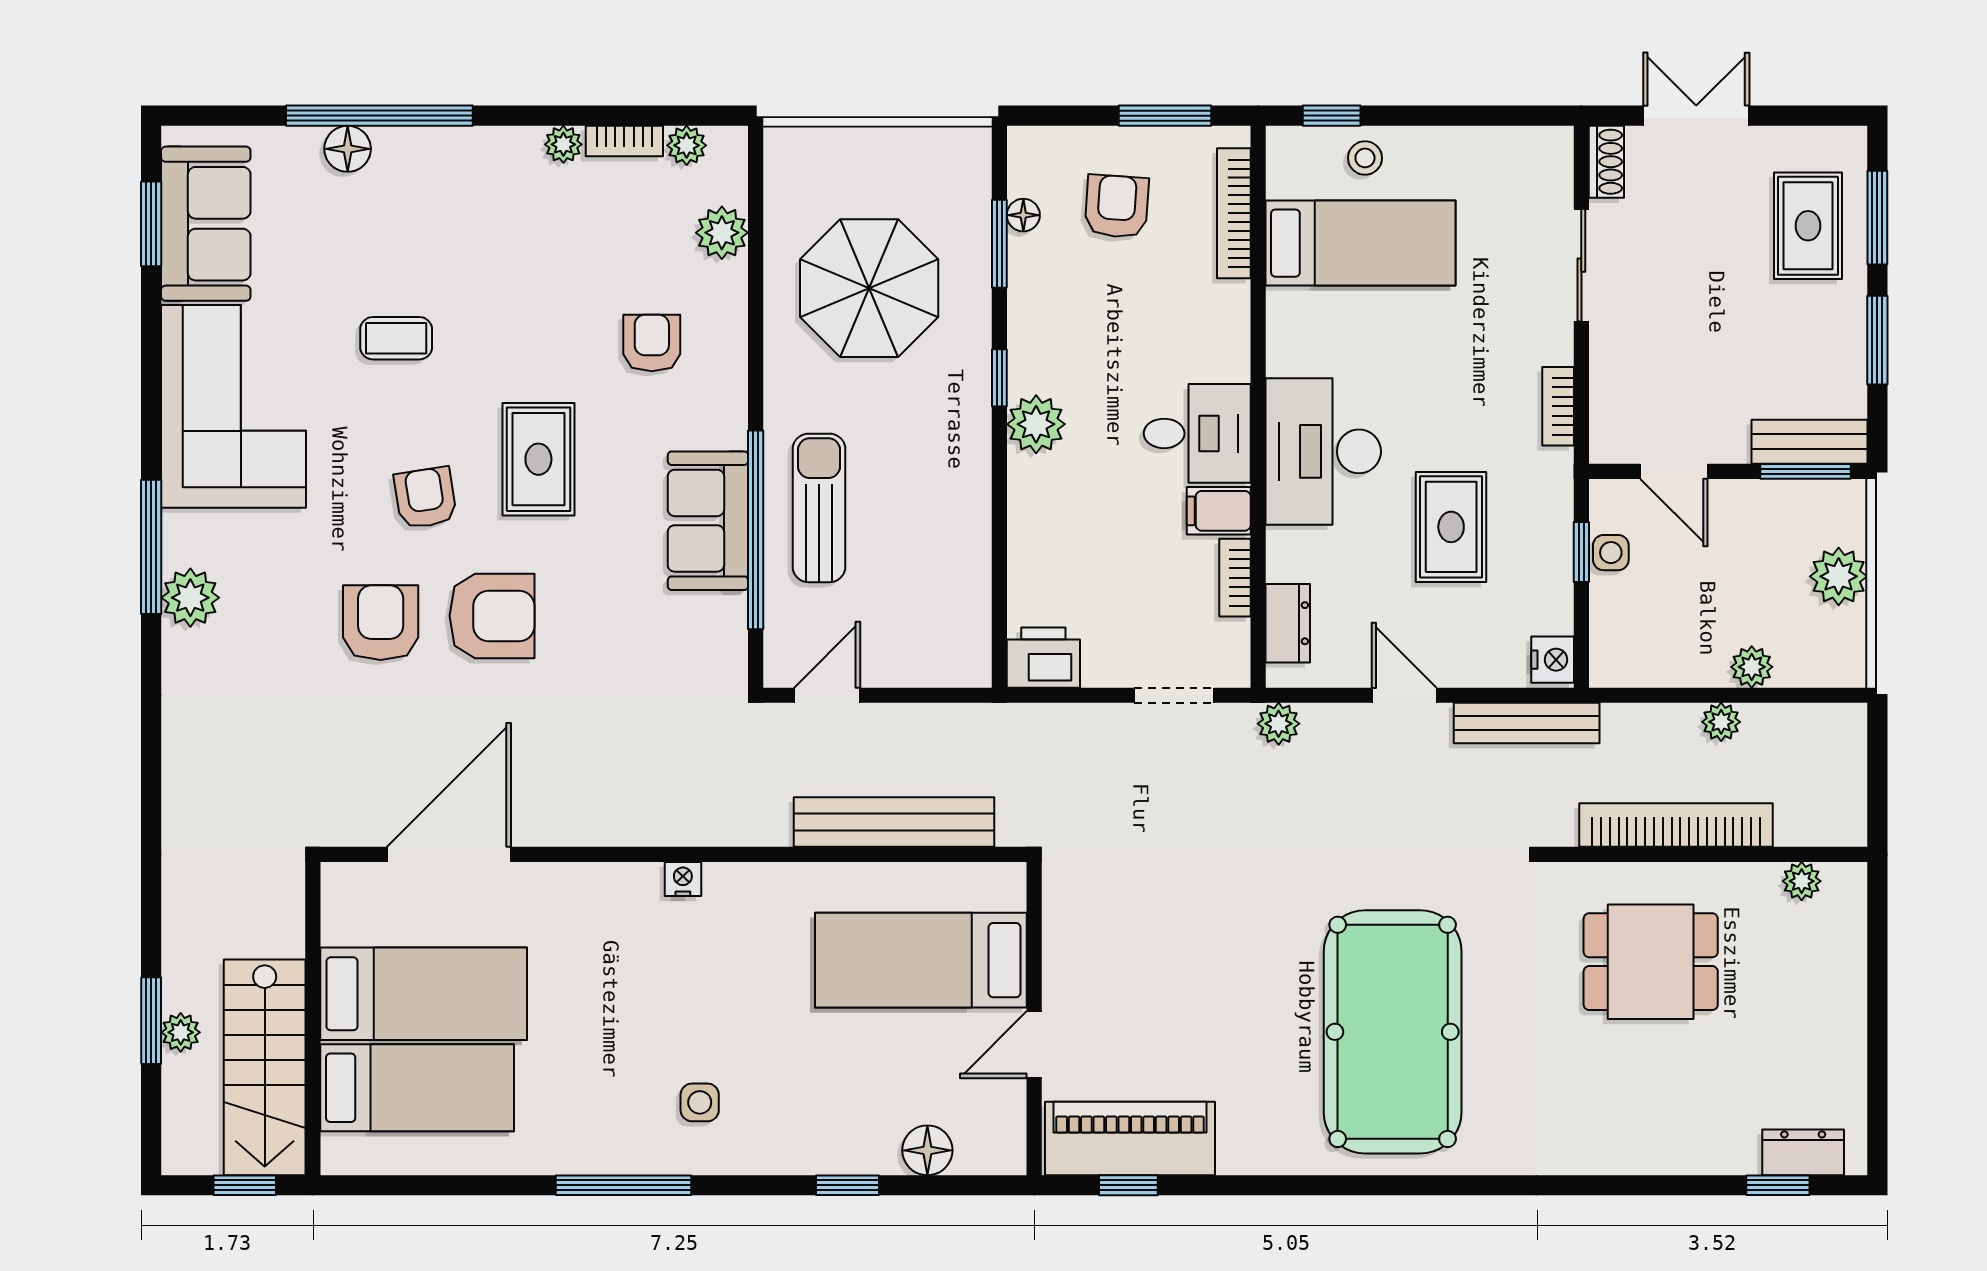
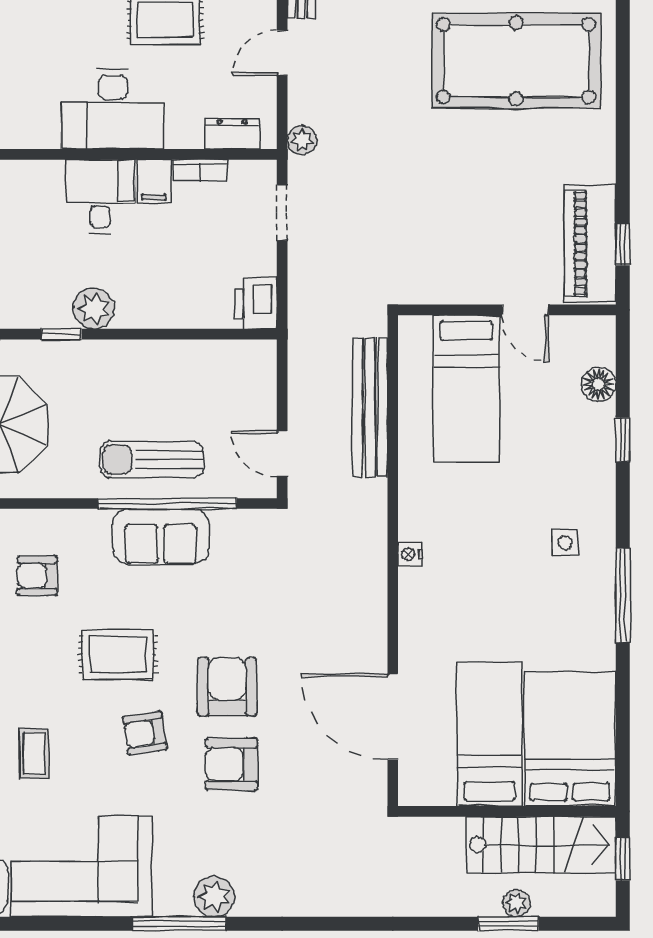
bed: (417, 1088) -> (570, 739), width x1.50

